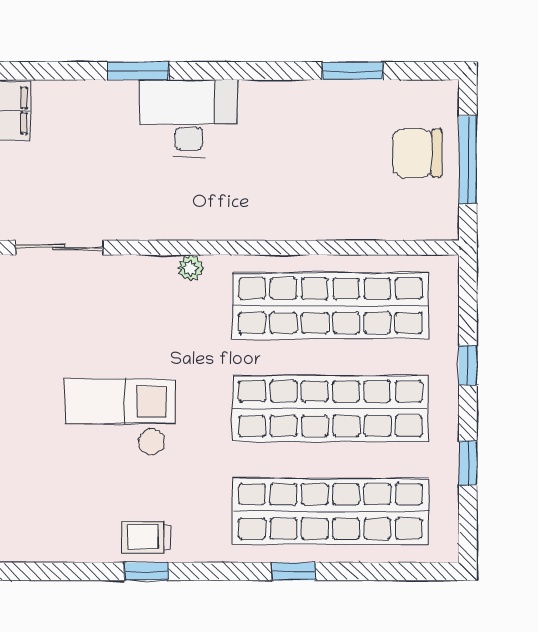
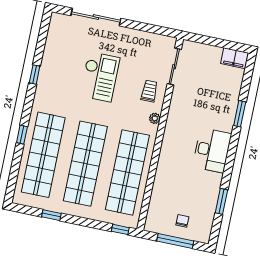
desk: (189, 118) -> (212, 150), moved
chair: (417, 153) -> (182, 221), width x0.54, depth x0.54
window: (468, 365) -> (120, 229), moved
trolley: (146, 537) -> (149, 91), moved

